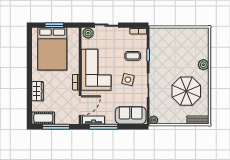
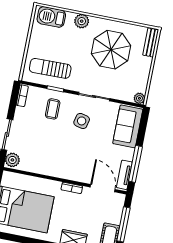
barbecue: (202, 41) -> (51, 17), added
sun lounger: (163, 48) -> (50, 68), added
corner sofa: (96, 70) -> (61, 159), removed

